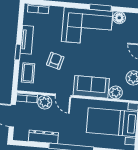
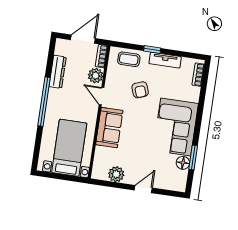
window: (100, 8) -> (193, 158), moved
armchair: (55, 61) -> (140, 90), turned 55
plant: (116, 92) -> (101, 154), removed
door: (63, 96) -> (101, 96), hinge flipped

